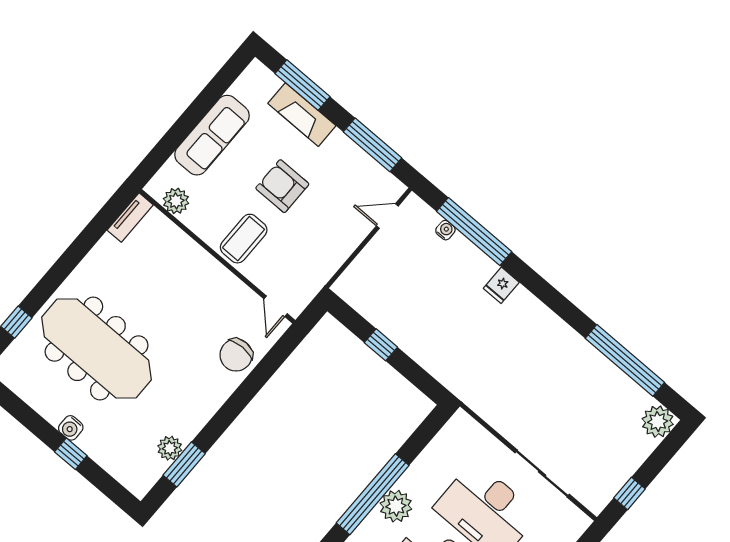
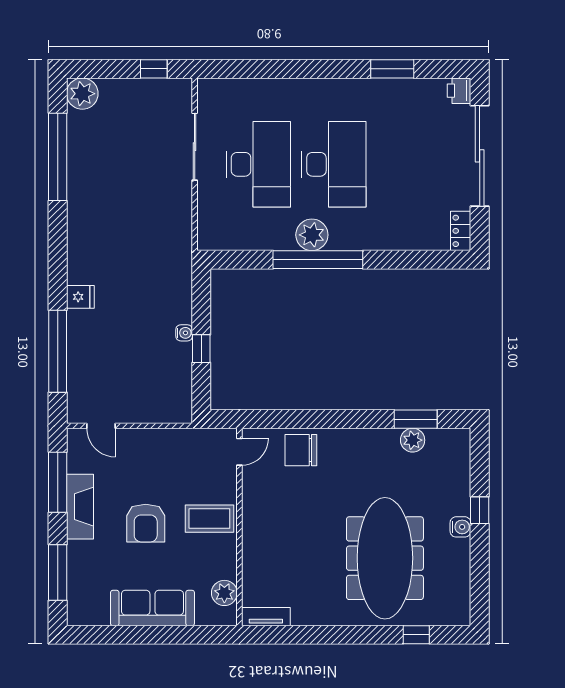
fireplace: (302, 115) -> (80, 507), moved
water cooler: (445, 230) -> (184, 333), moved, turned 180
chair: (236, 355) -> (301, 450), turned 180

